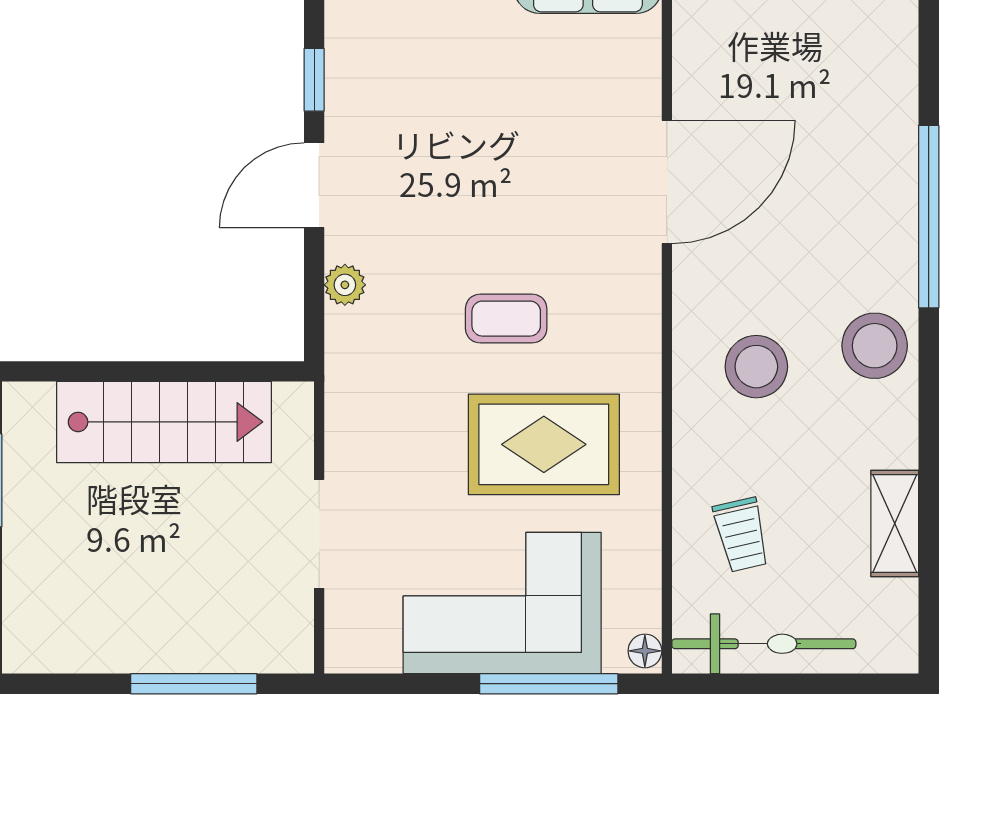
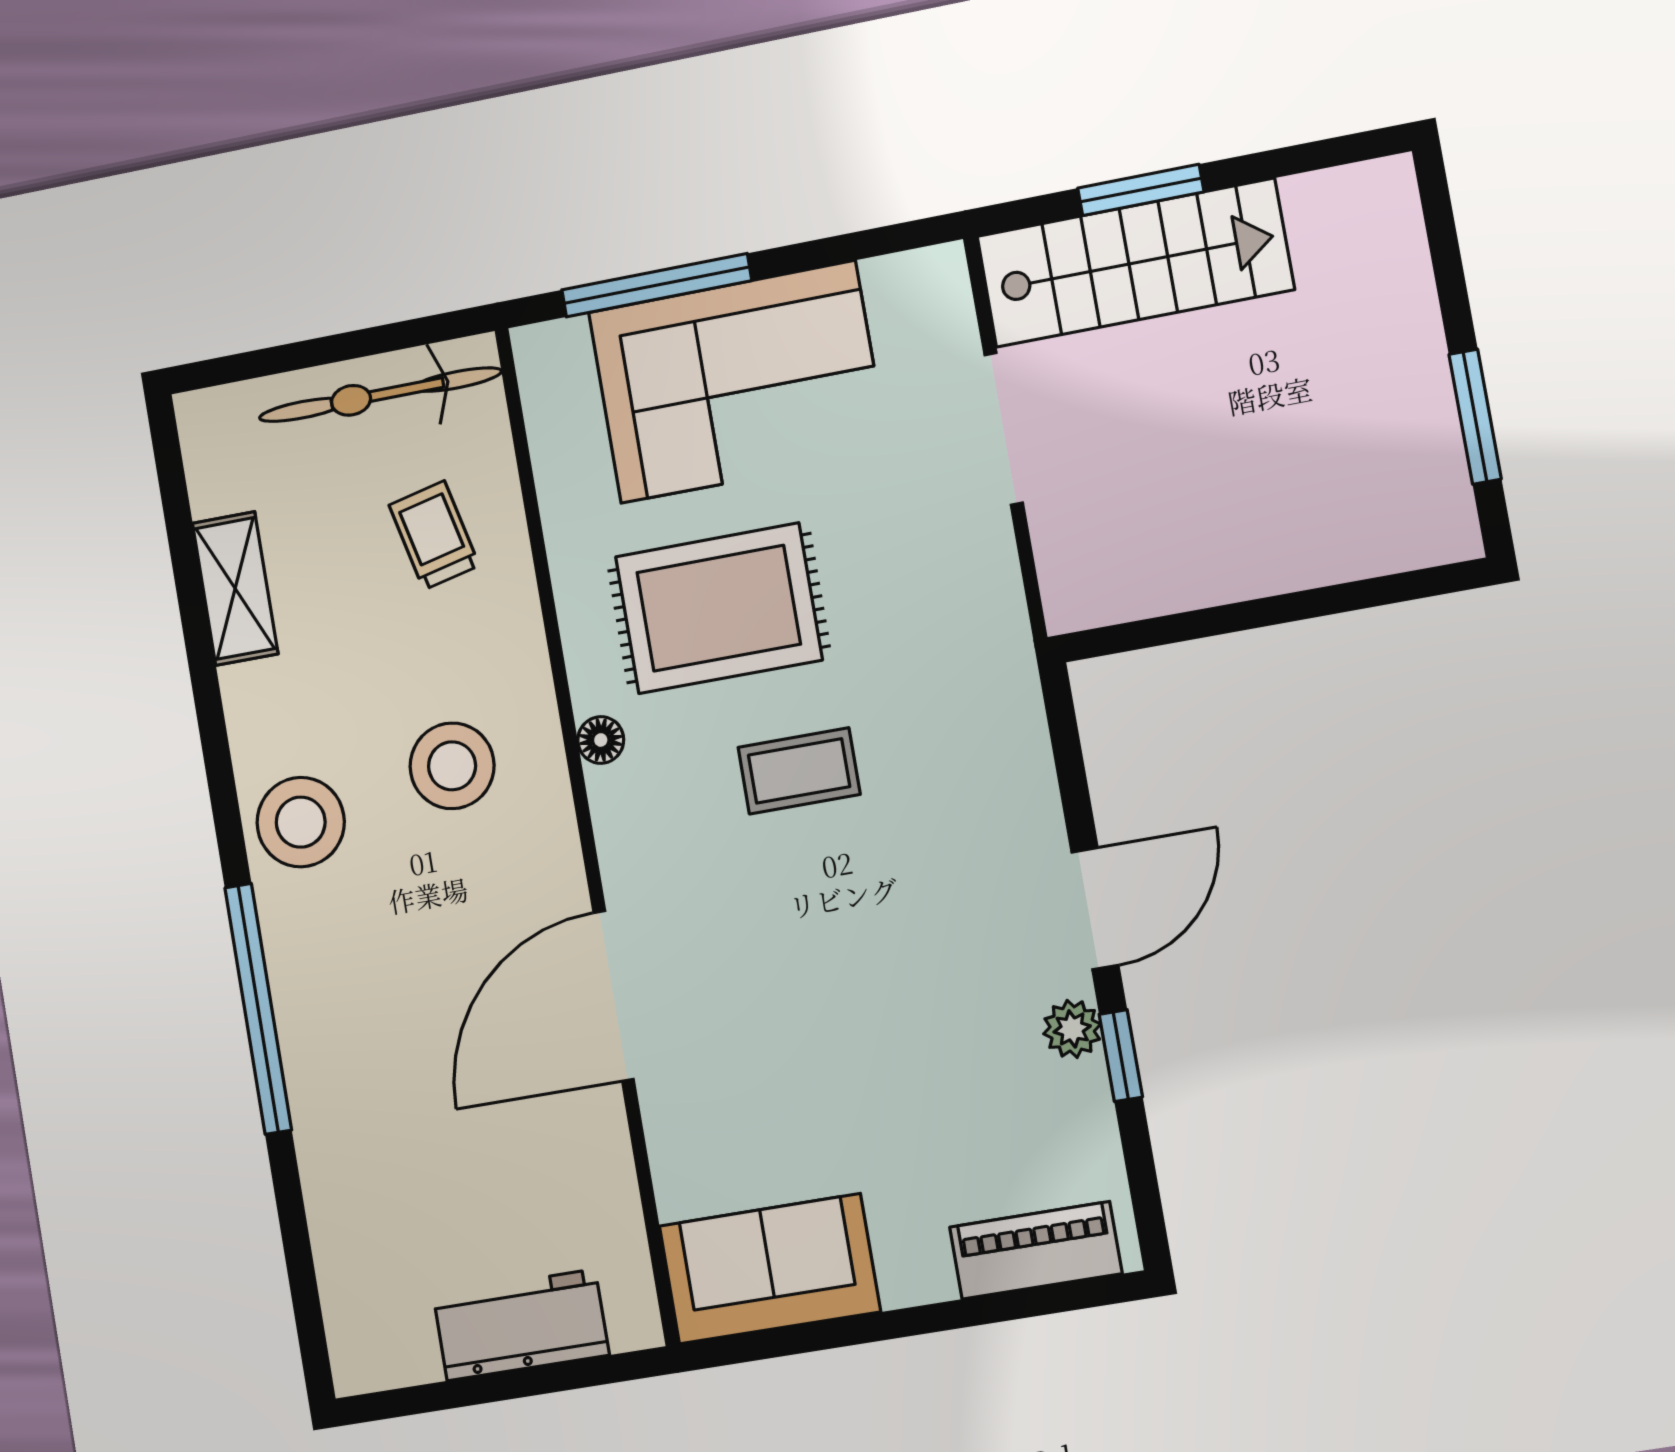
plant: (345, 285) -> (1072, 1029), moved
stairs: (164, 422) -> (1135, 263), moved, turned 180
floor lamp: (645, 651) -> (601, 740), moved
window: (194, 684) -> (1141, 190), width x0.69

